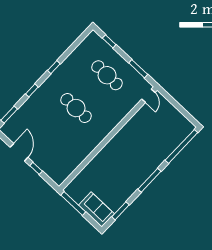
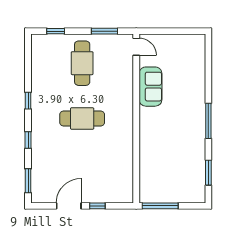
cafe table: (107, 75) -> (82, 63), turned 90
window: (181, 146) -> (208, 64), removed
door: (19, 152) -> (69, 206), hinge flipped
sofa: (96, 210) -> (150, 87), moved, turned 90

